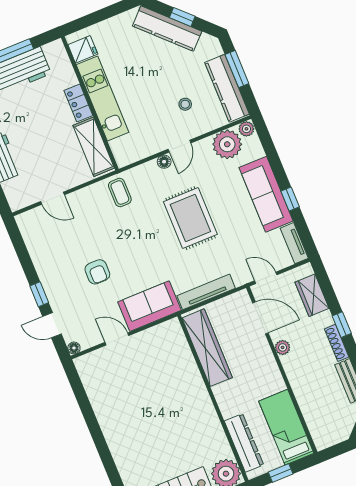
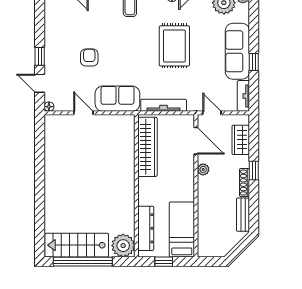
armchair: (97, 272) -> (89, 58), turned 180

